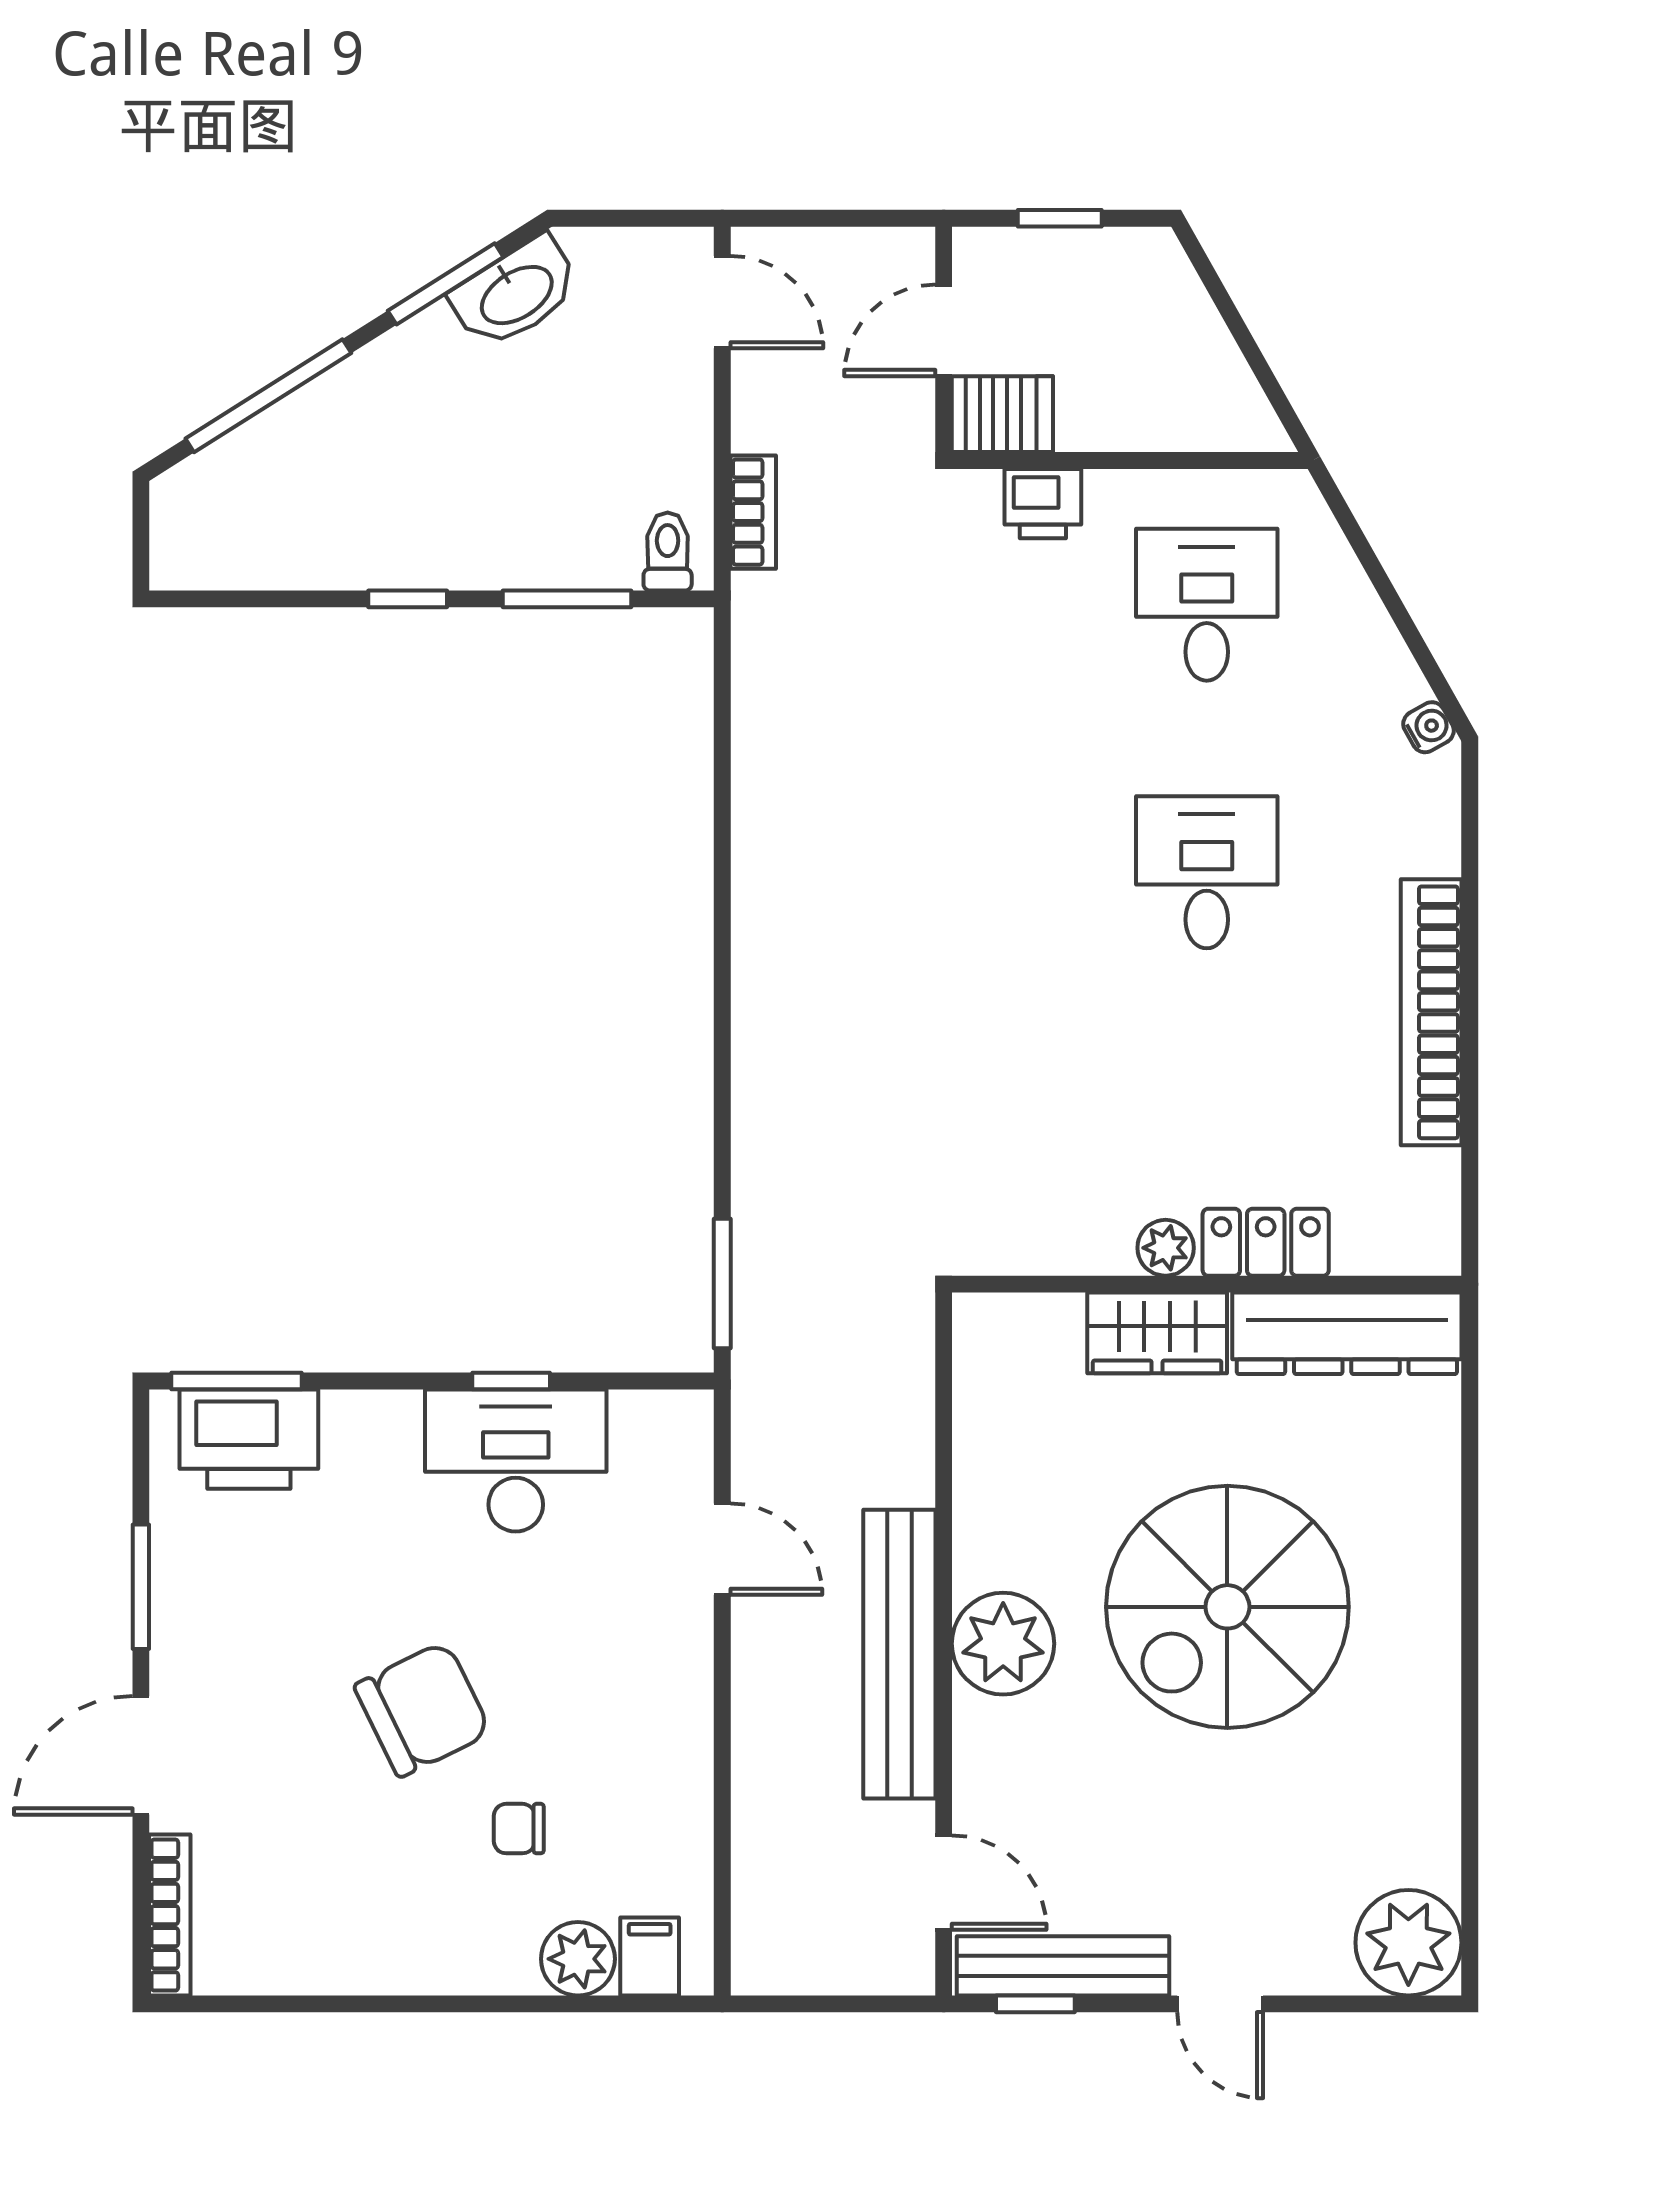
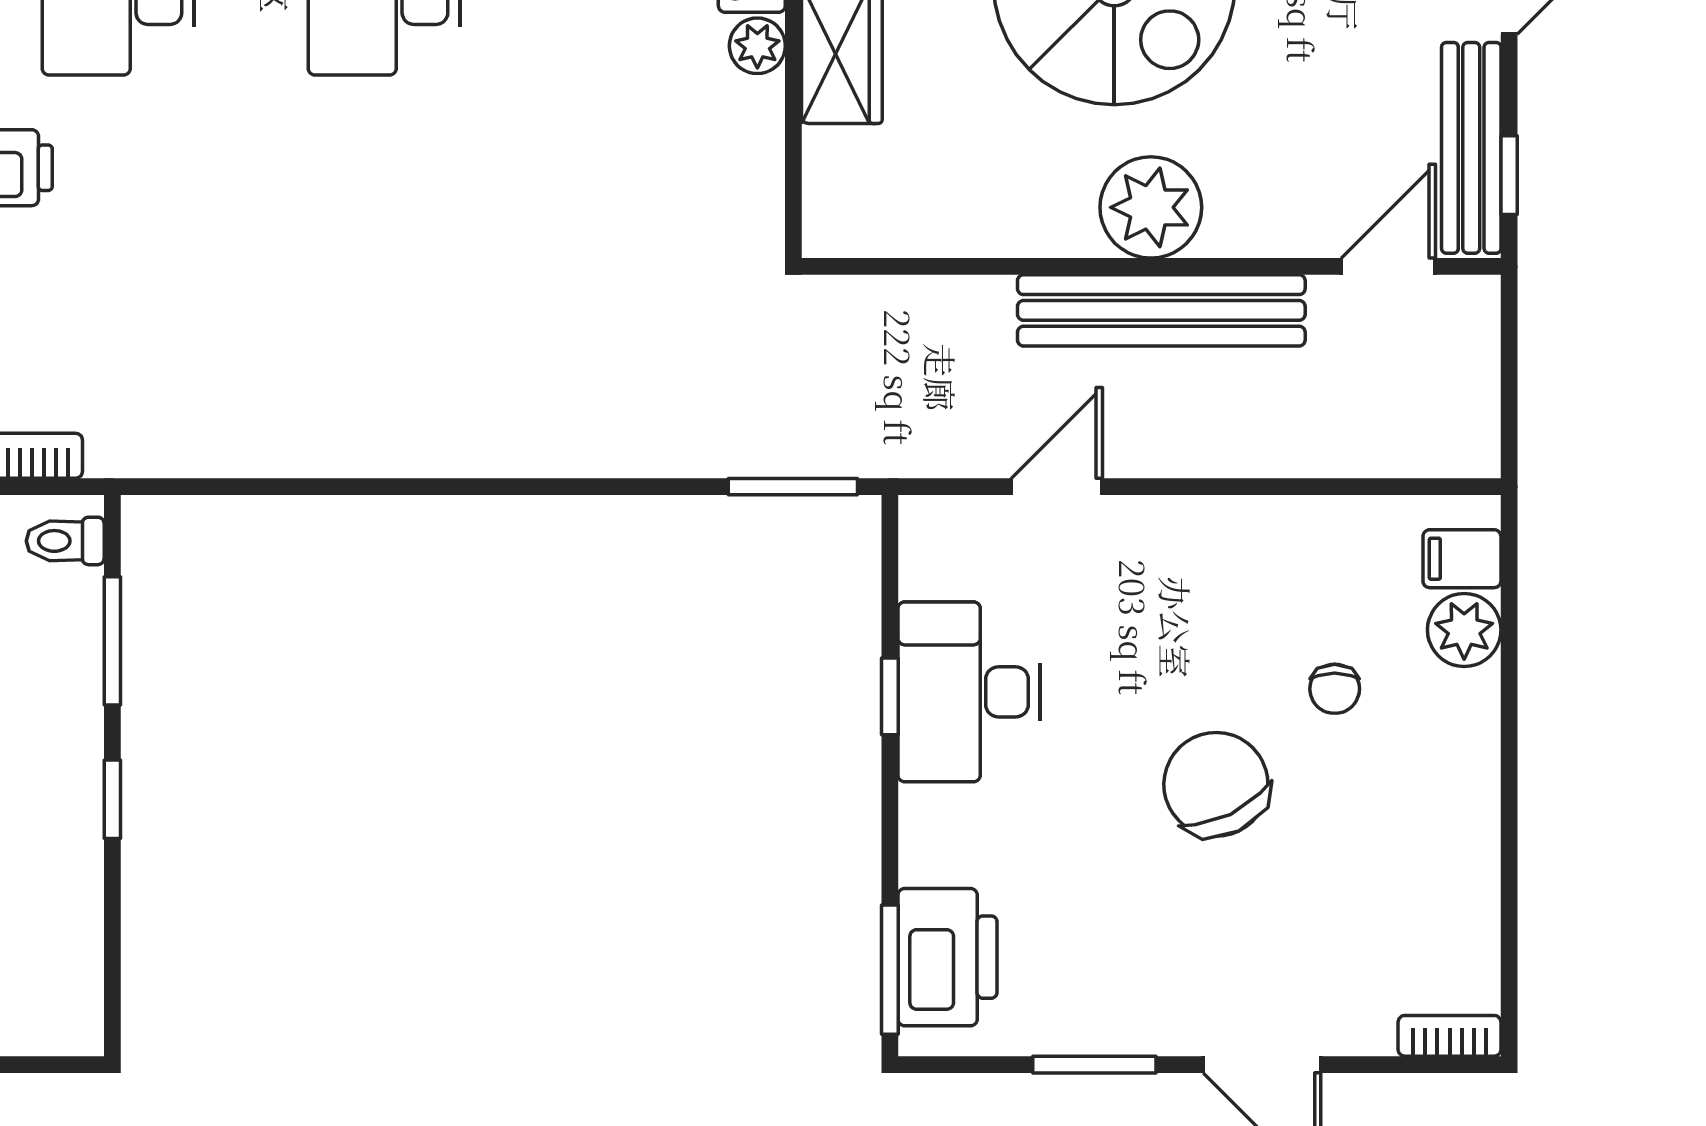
bookcase: (170, 1915) -> (1450, 1036), width x0.64

